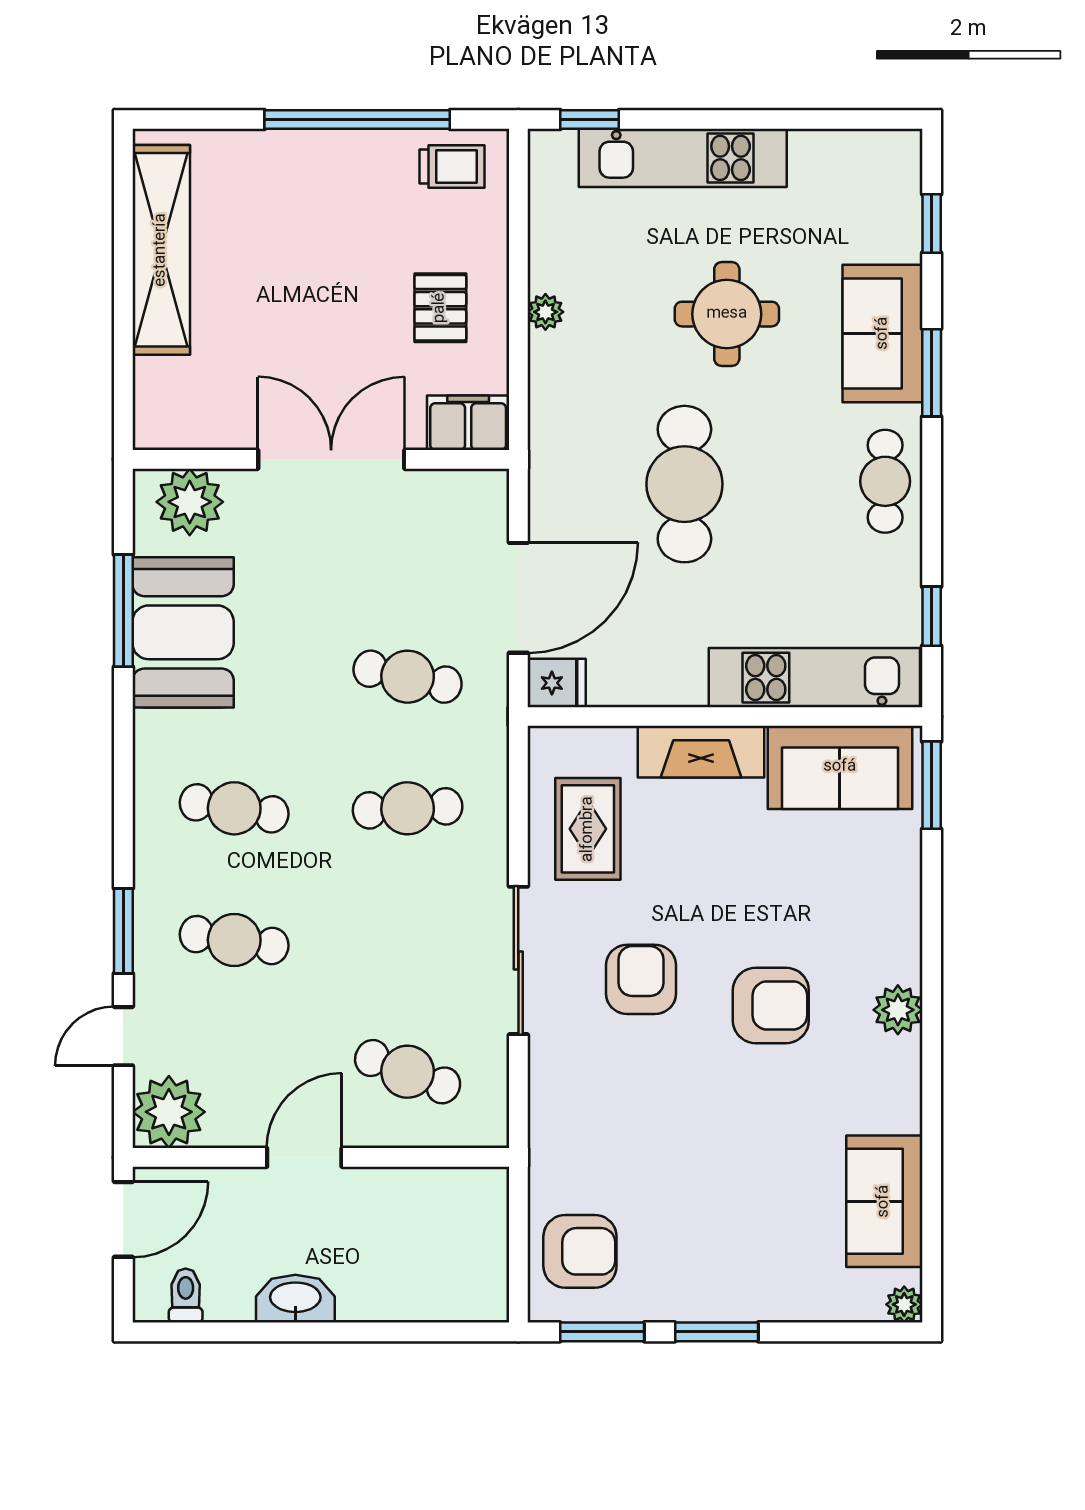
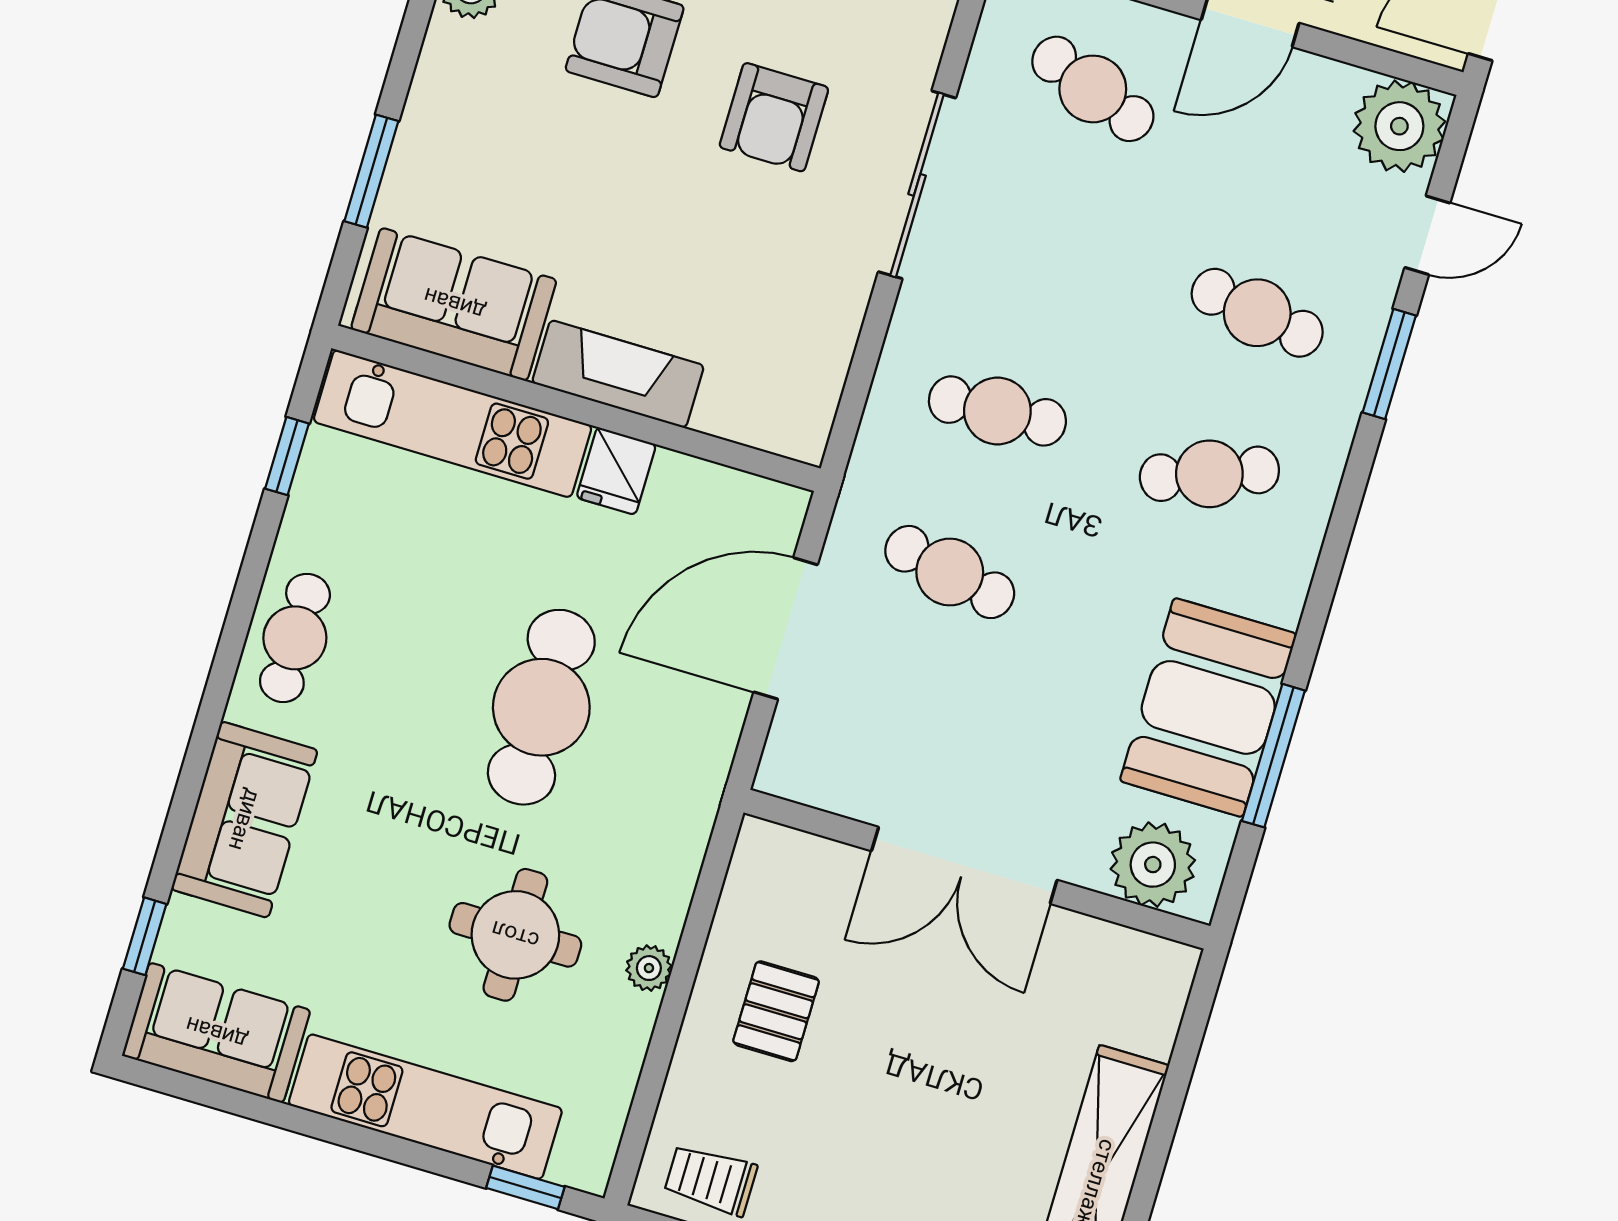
sofa: (856, 167) -> (216, 1033), added
round table: (727, 314) -> (515, 935), moved
window: (932, 373) -> (199, 754), removed
filing cabinet: (468, 423) -> (784, 861), removed
fridge: (557, 683) -> (616, 471), moved, turned -90
window: (932, 785) -> (371, 171), moved
cafe table: (234, 808) -> (1209, 474), turned -30
rug: (588, 829) -> (784, 321), removed

